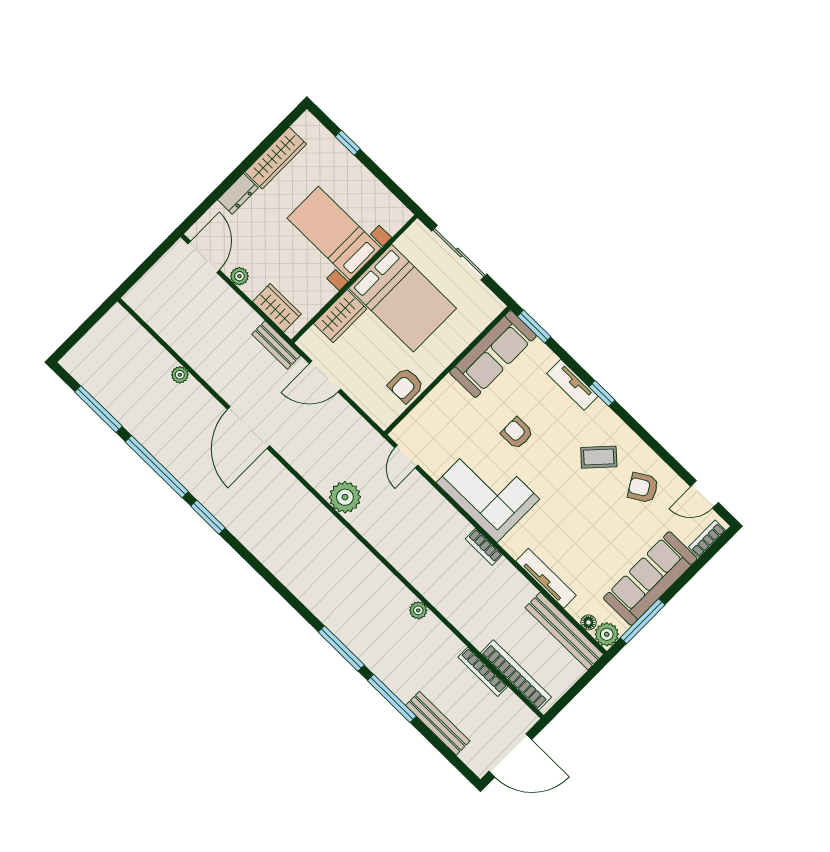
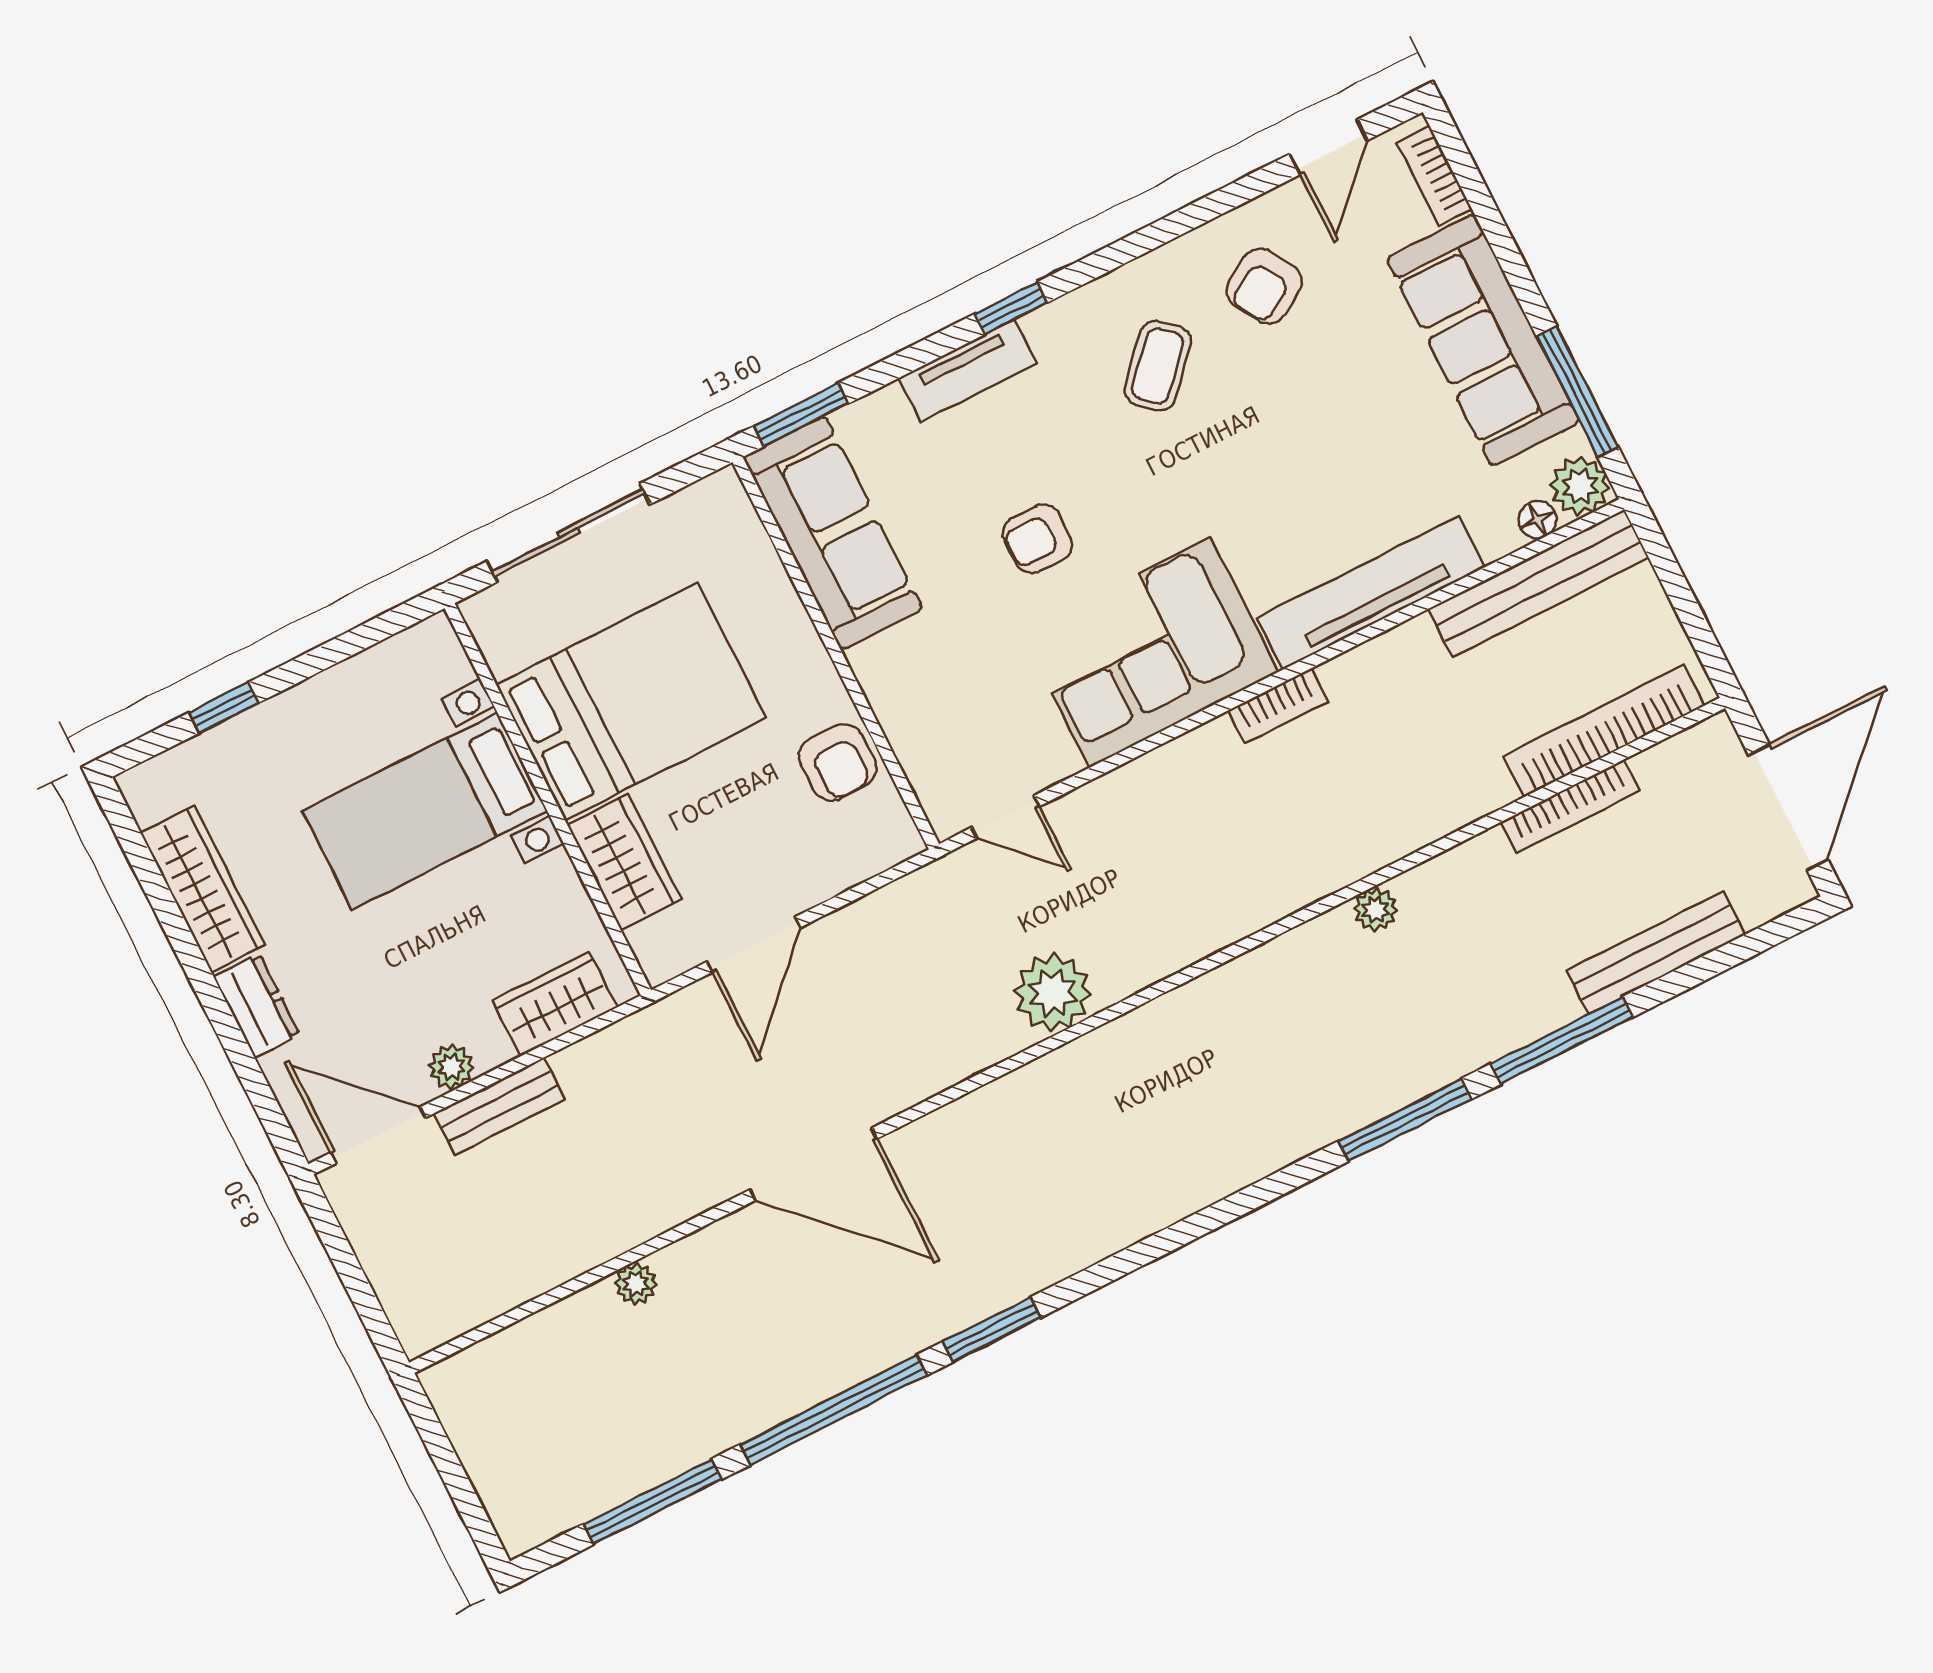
bench: (276, 345) -> (499, 1106), moved
tv unit: (546, 578) -> (1371, 593), width x1.36, depth x1.29

